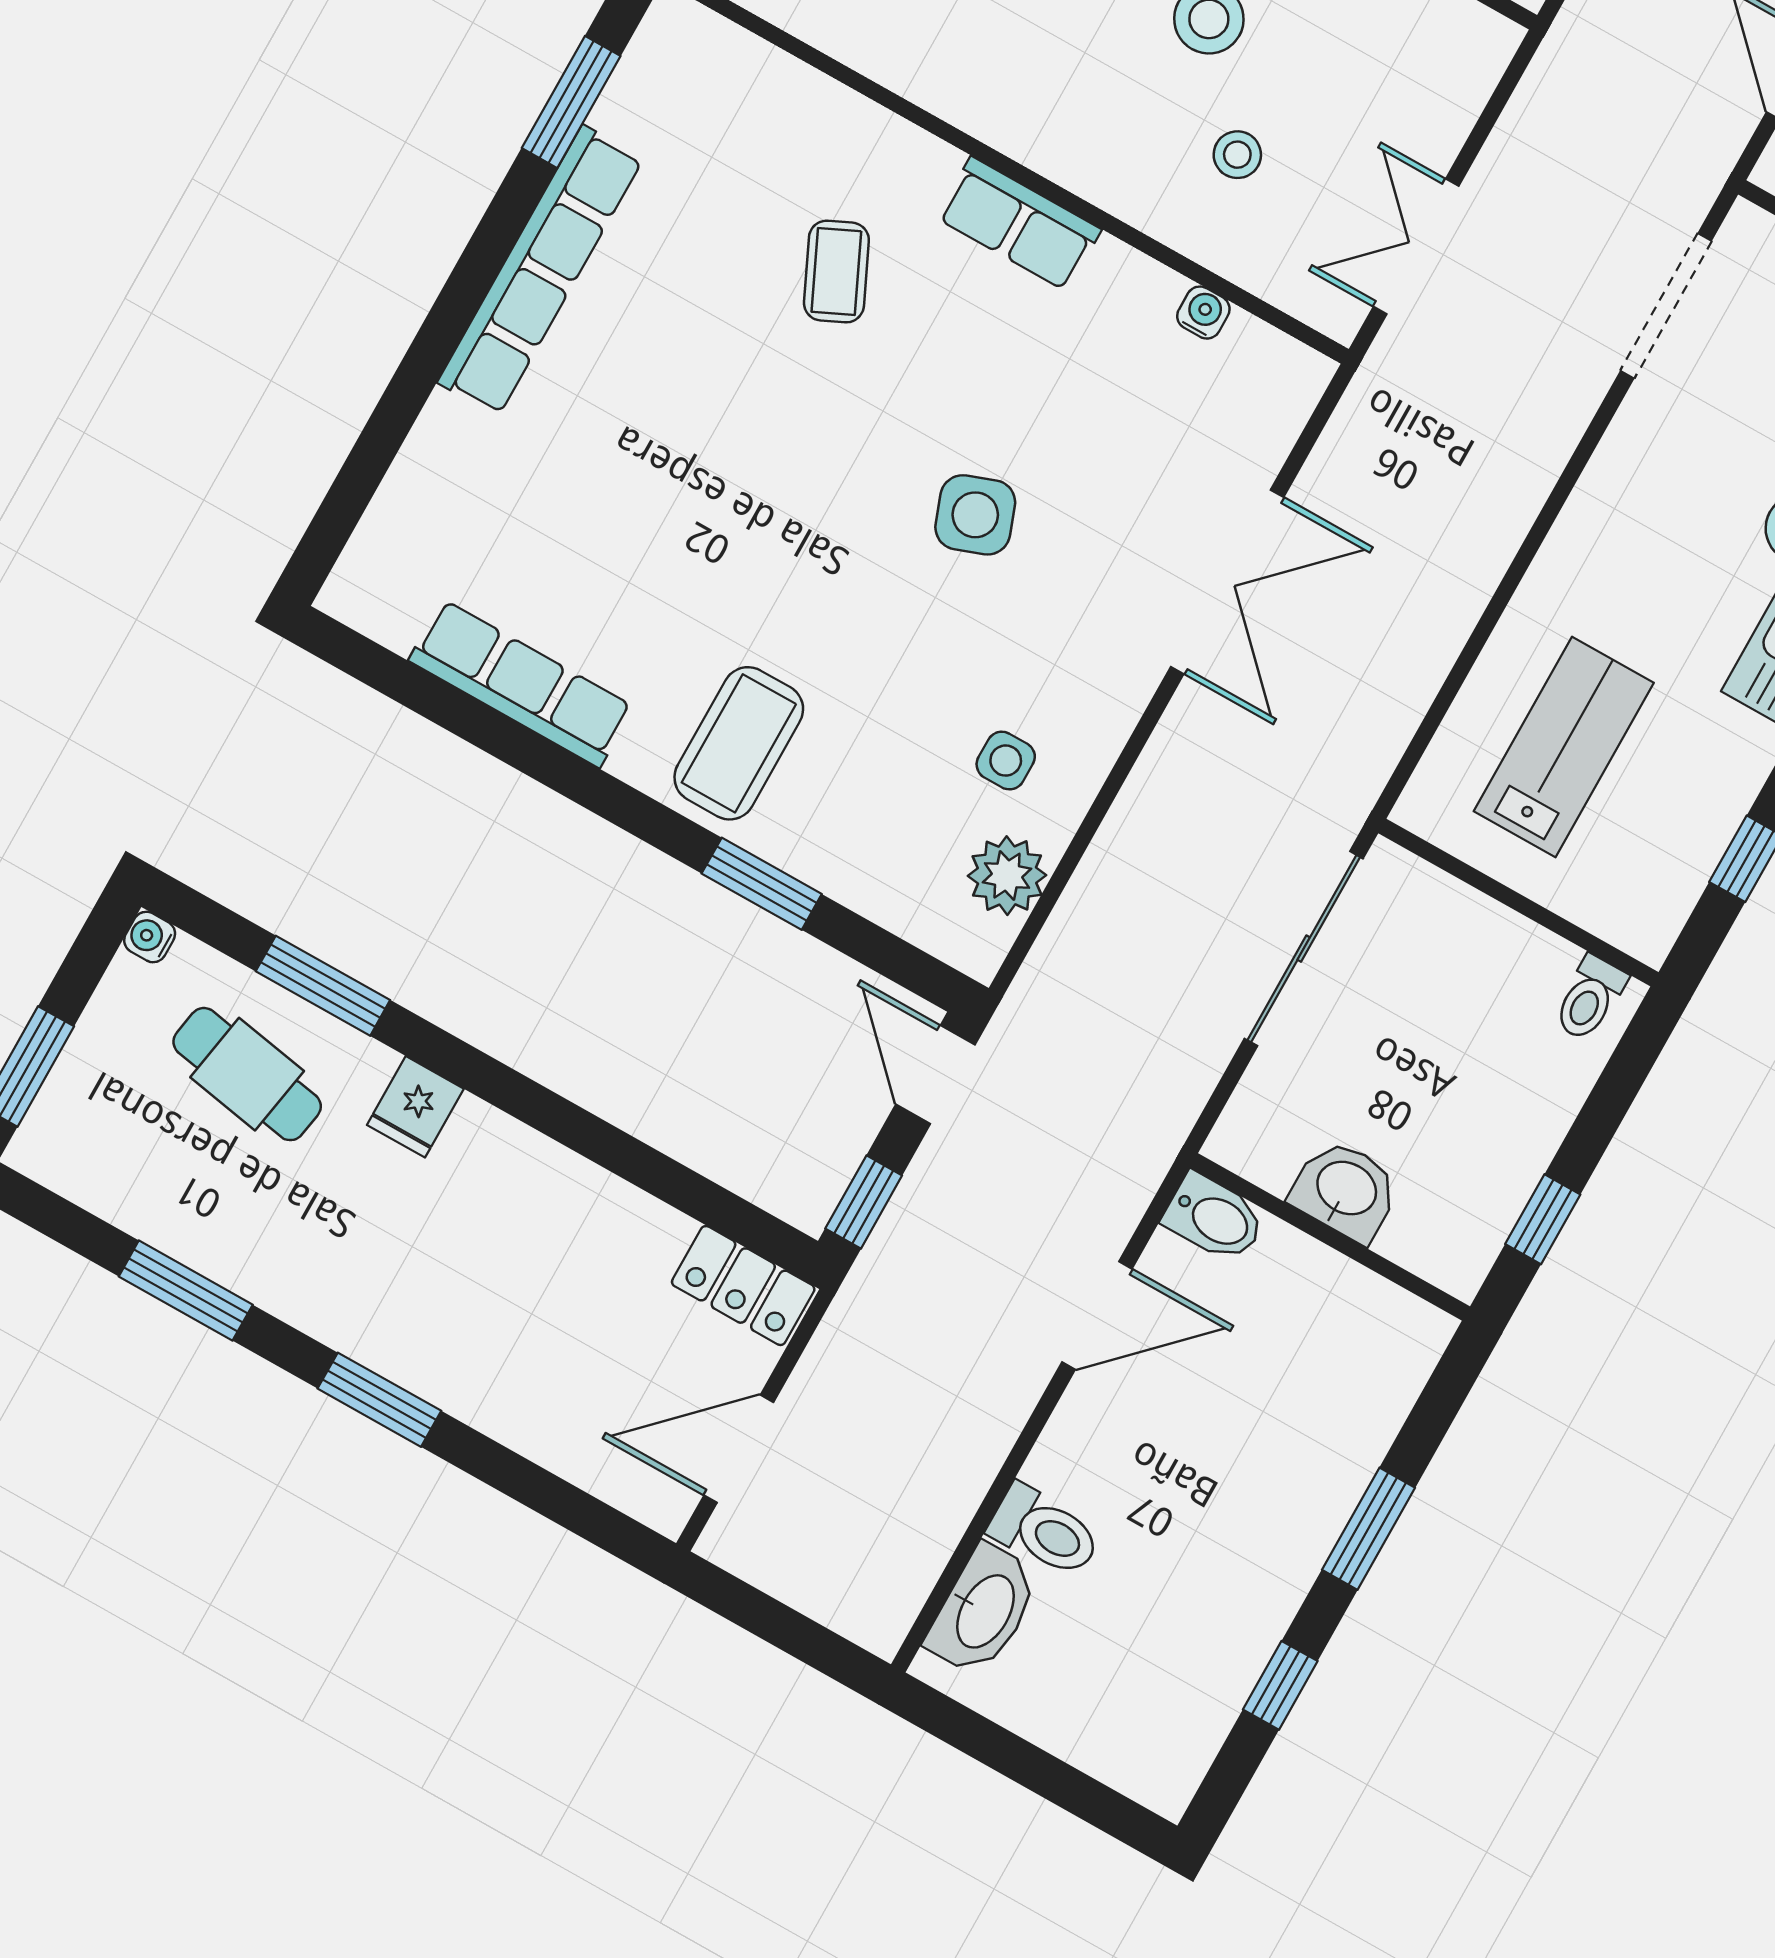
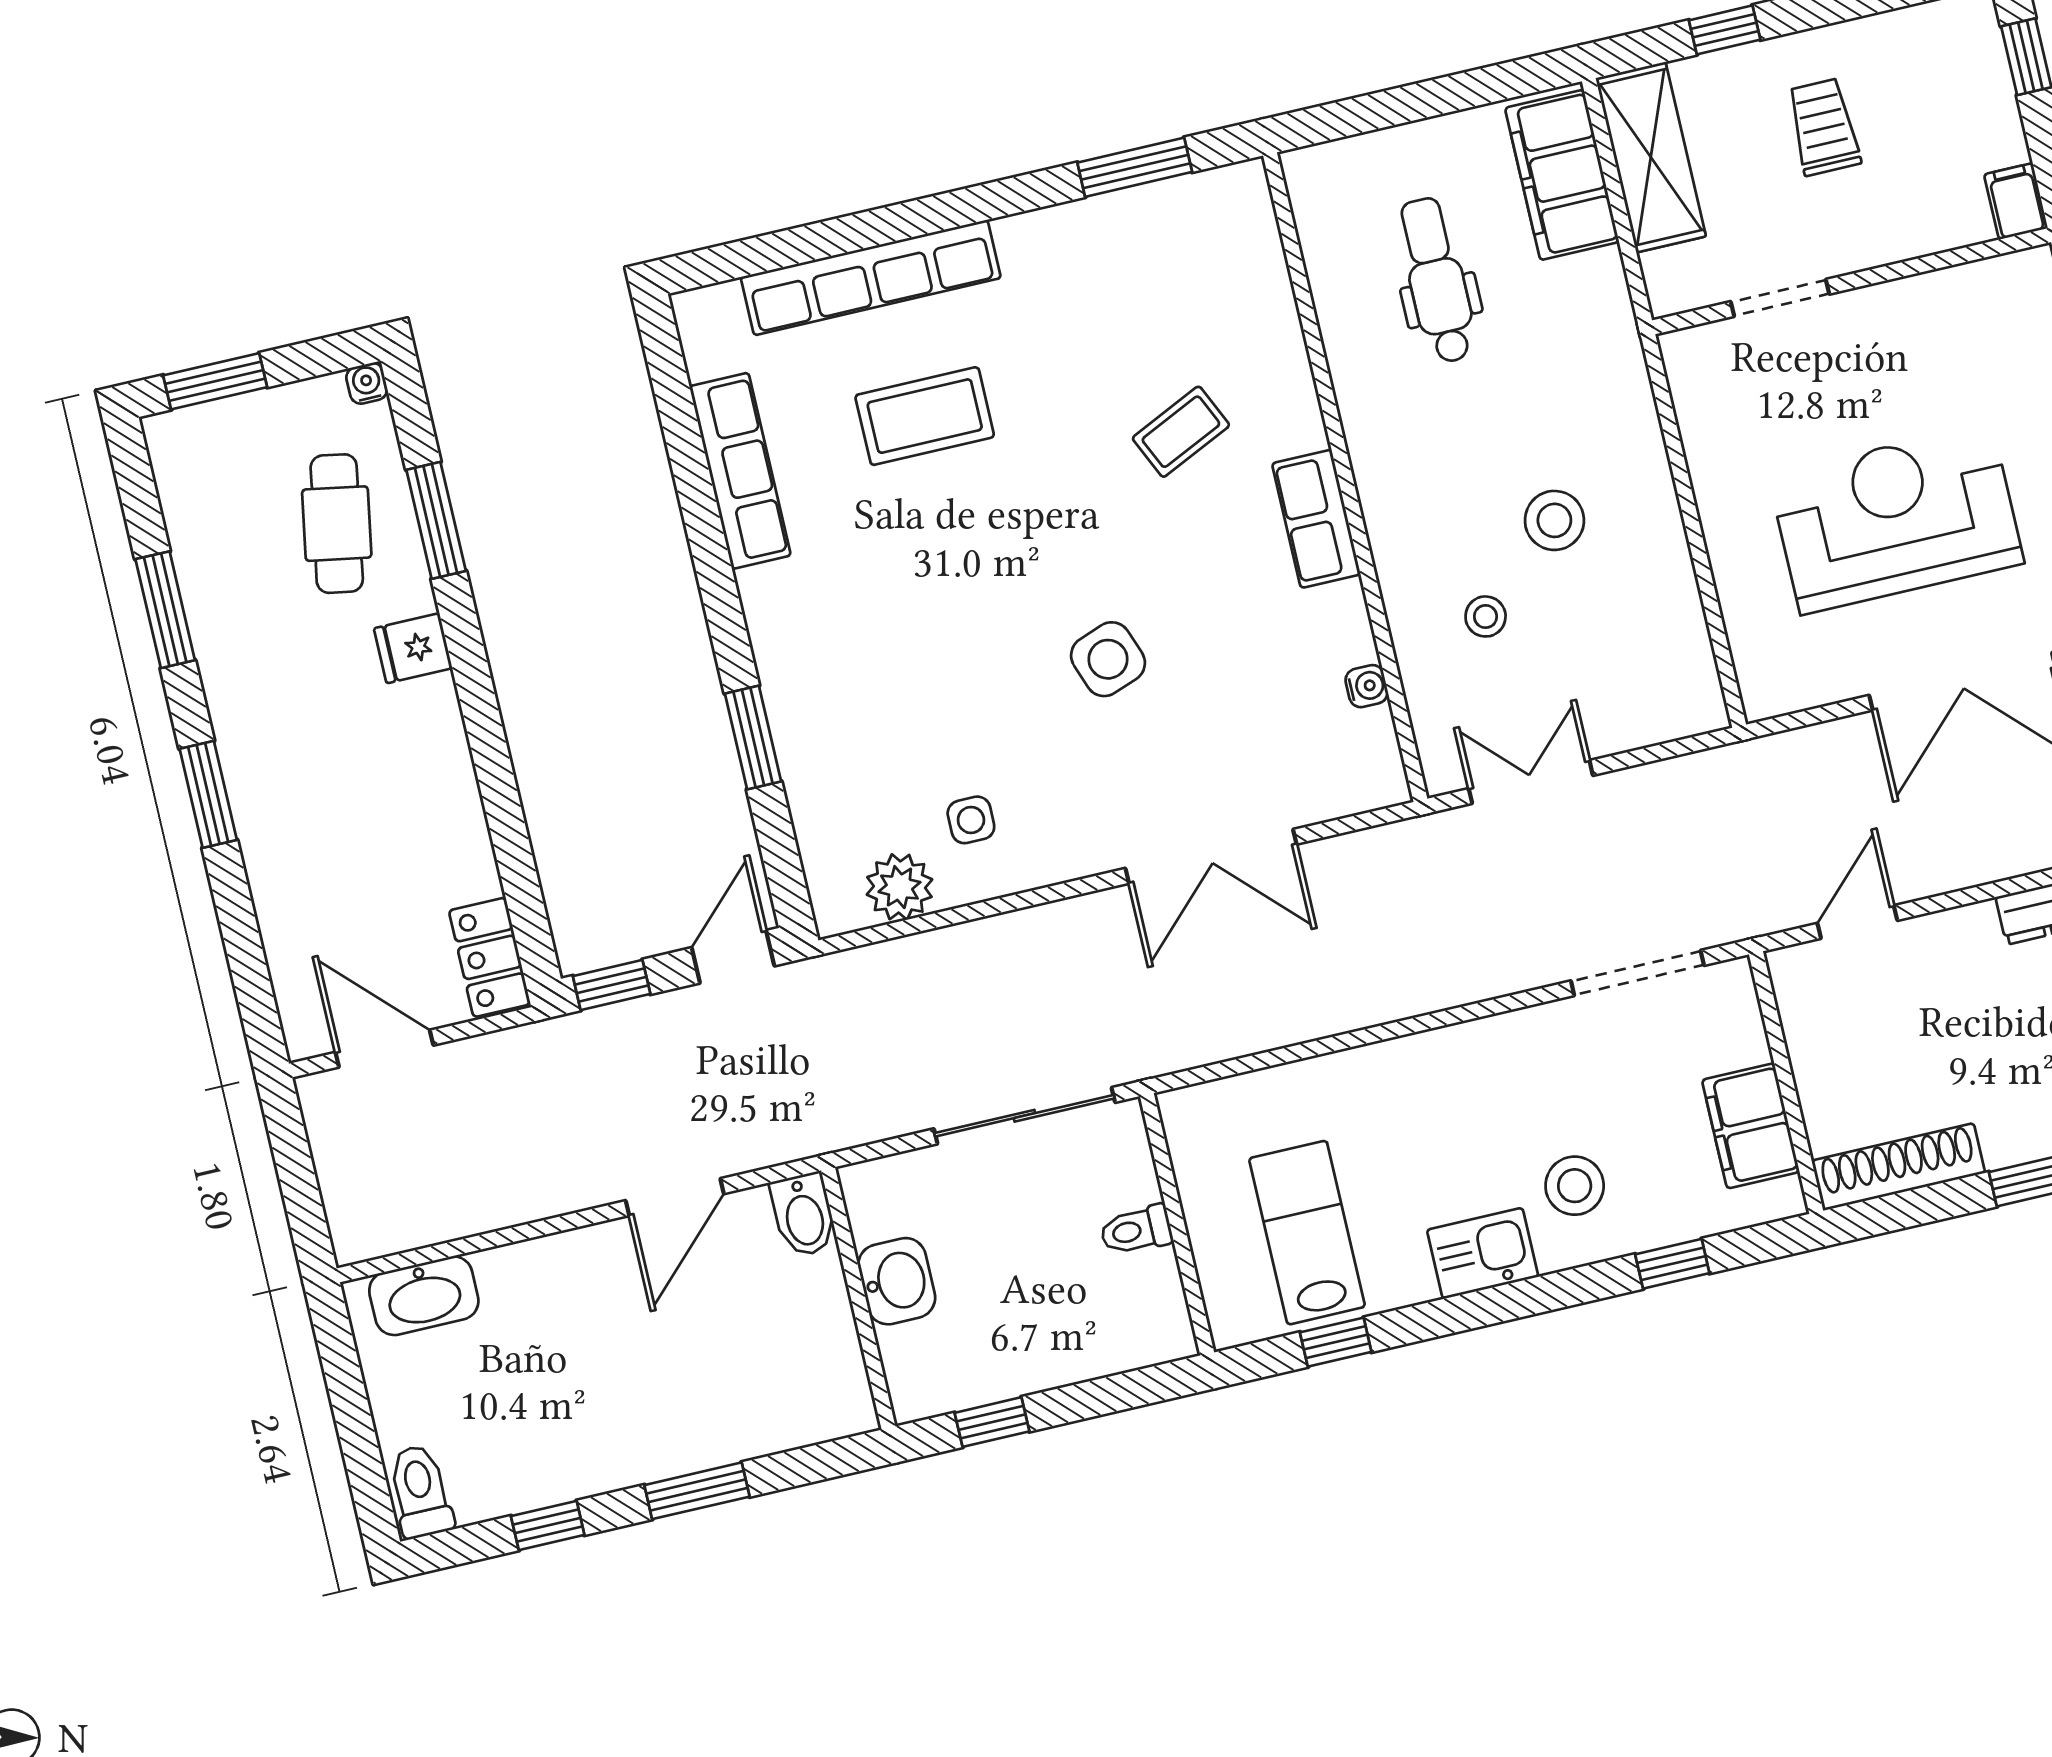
row of seats: (540, 271) -> (871, 278), moved
coffee table: (739, 743) -> (925, 416), moved
lab bench: (1564, 747) -> (1307, 1233), moved, turned -90
toilet: (1590, 998) -> (1136, 1230), moved
door: (1097, 1315) -> (675, 1197), hinge flipped
toilet: (1045, 1531) -> (420, 1491), moved, turned 180

